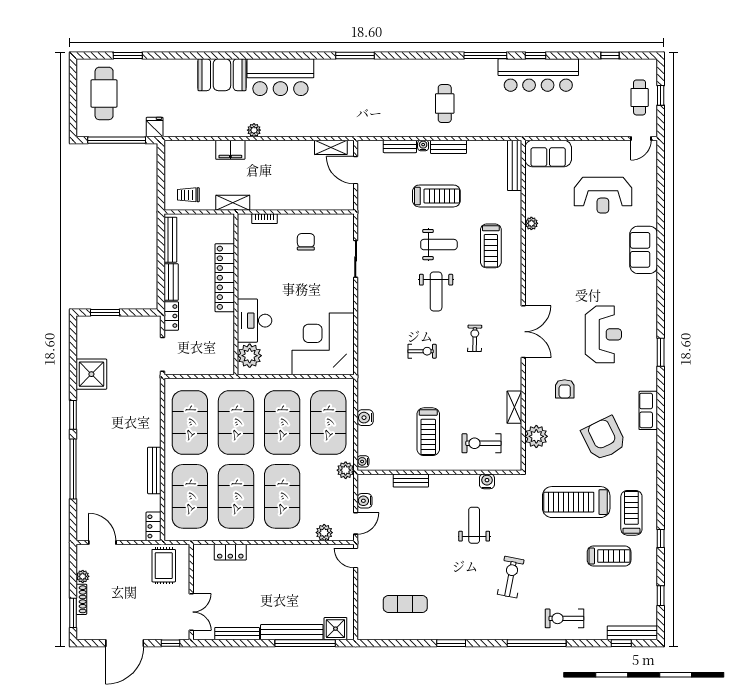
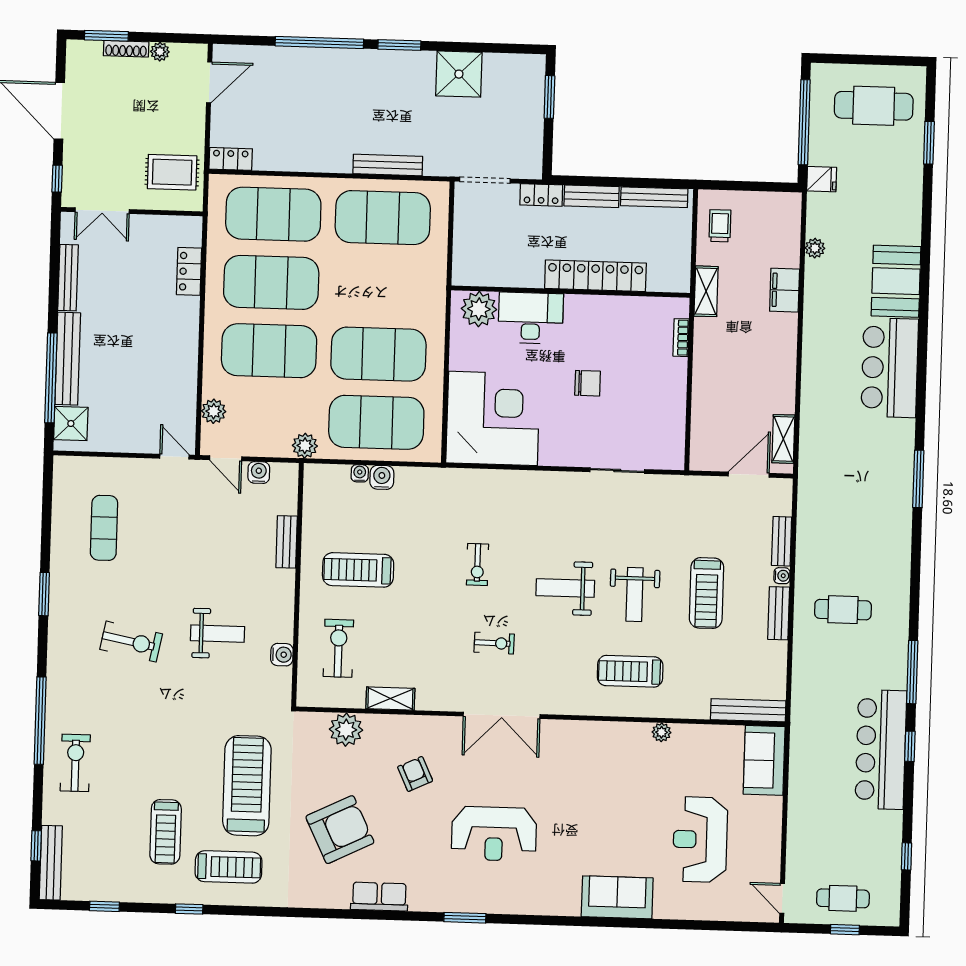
plant: (254, 130) -> (815, 248), moved
chair: (306, 242) -> (588, 383), moved
armchair: (565, 389) -> (415, 774), turned 65
exercise mat: (236, 422) -> (381, 286), removed
water cooler: (363, 461) -> (360, 473), moved
bench: (154, 470) -> (388, 165), moved
door: (356, 558) -> (174, 457), hinge flipped
exercise bike: (511, 577) -> (131, 642), moved

